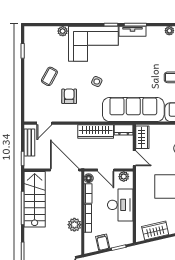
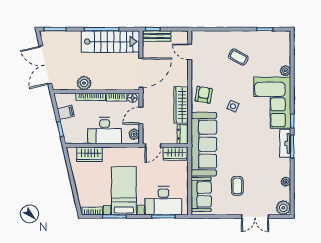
armchair: (69, 96) -> (204, 95), moved, turned -81
bench: (29, 143) -> (157, 36), moved
wardrobe: (155, 230) -> (90, 154), moved, turned 103

